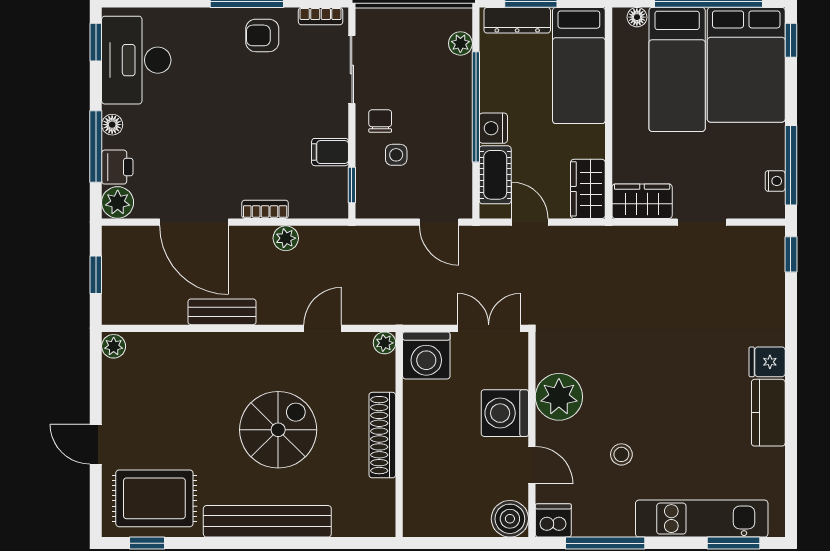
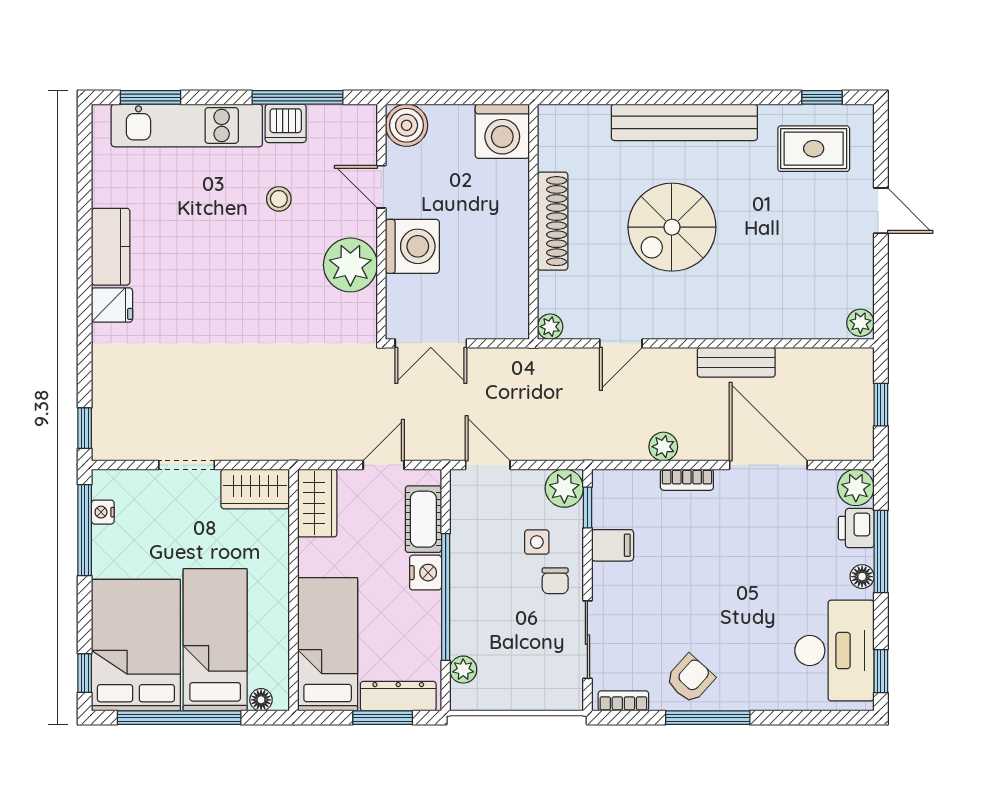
armchair: (262, 35) -> (690, 679), turned -48
plant: (372, 202) -> (564, 488), added
door: (530, 222) -> (384, 465), swing flipped
washing machine: (426, 355) -> (502, 131), moved, turned 180
rug: (154, 498) -> (814, 149), width x0.73, depth x0.70
dishwasher: (553, 520) -> (286, 123), moved

